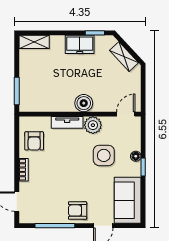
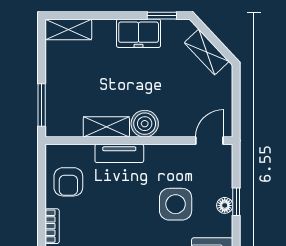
shelving: (59, 105) -> (106, 127), added
plant: (93, 125) -> (159, 158), removed
window: (143, 167) -> (236, 202), moved

